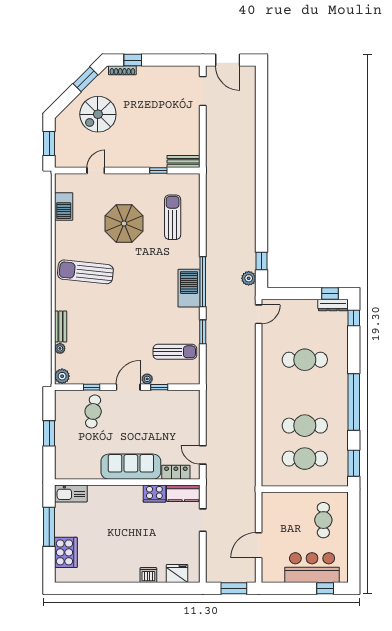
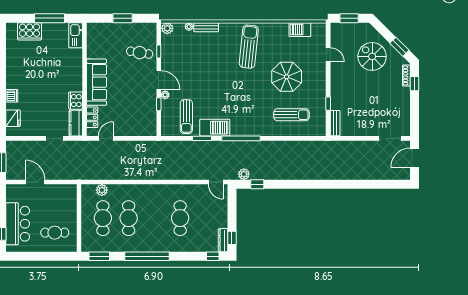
barbecue: (189, 288) -> (215, 128), moved
plant: (269, 460) -> (102, 190), added

